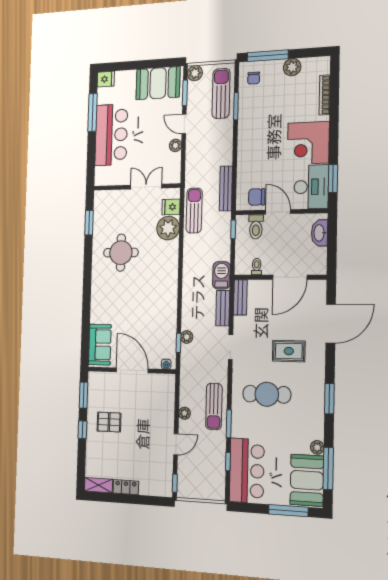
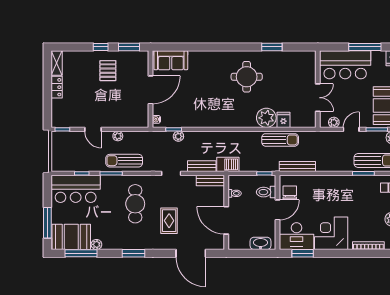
wall: (137, 187) -> (318, 89), moved
double door: (146, 187) -> (318, 98), moved

